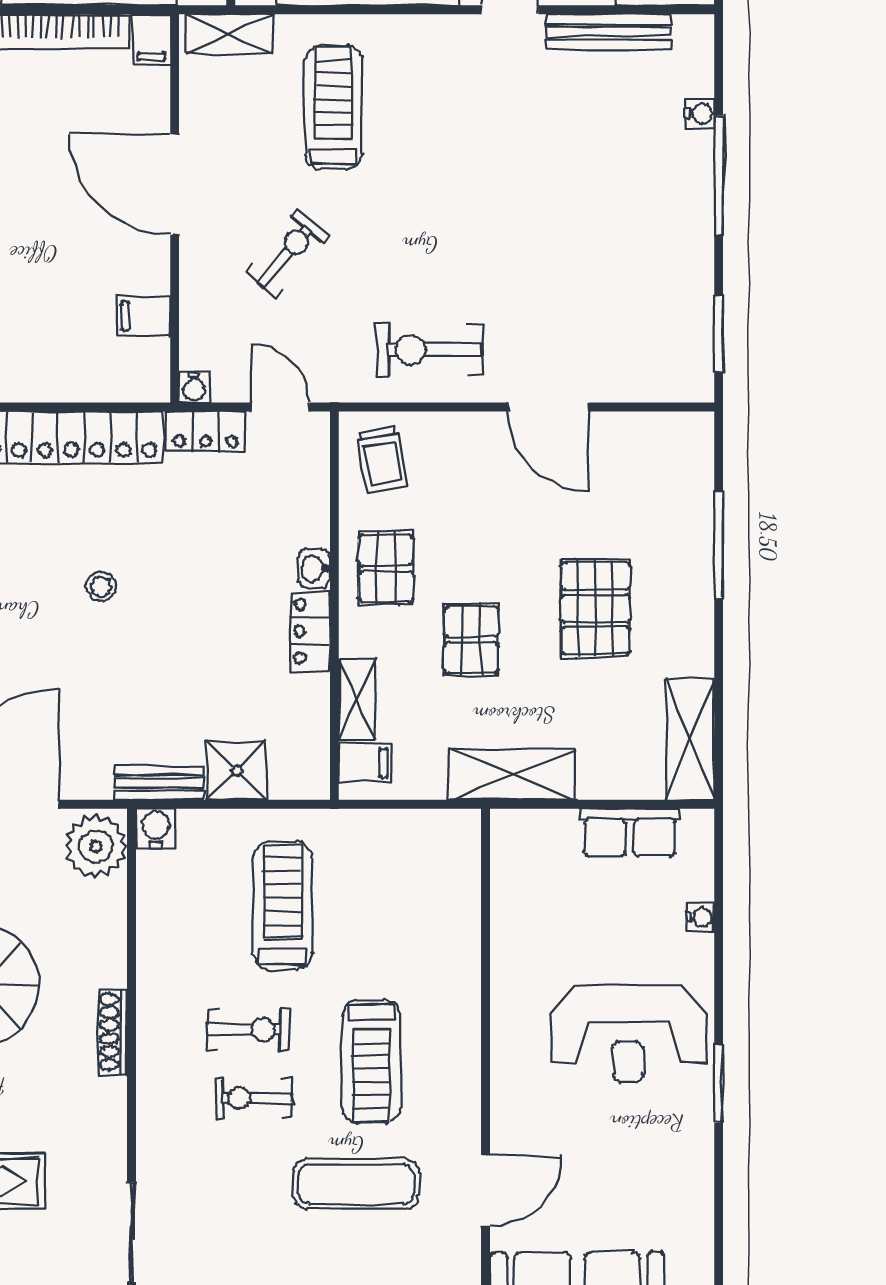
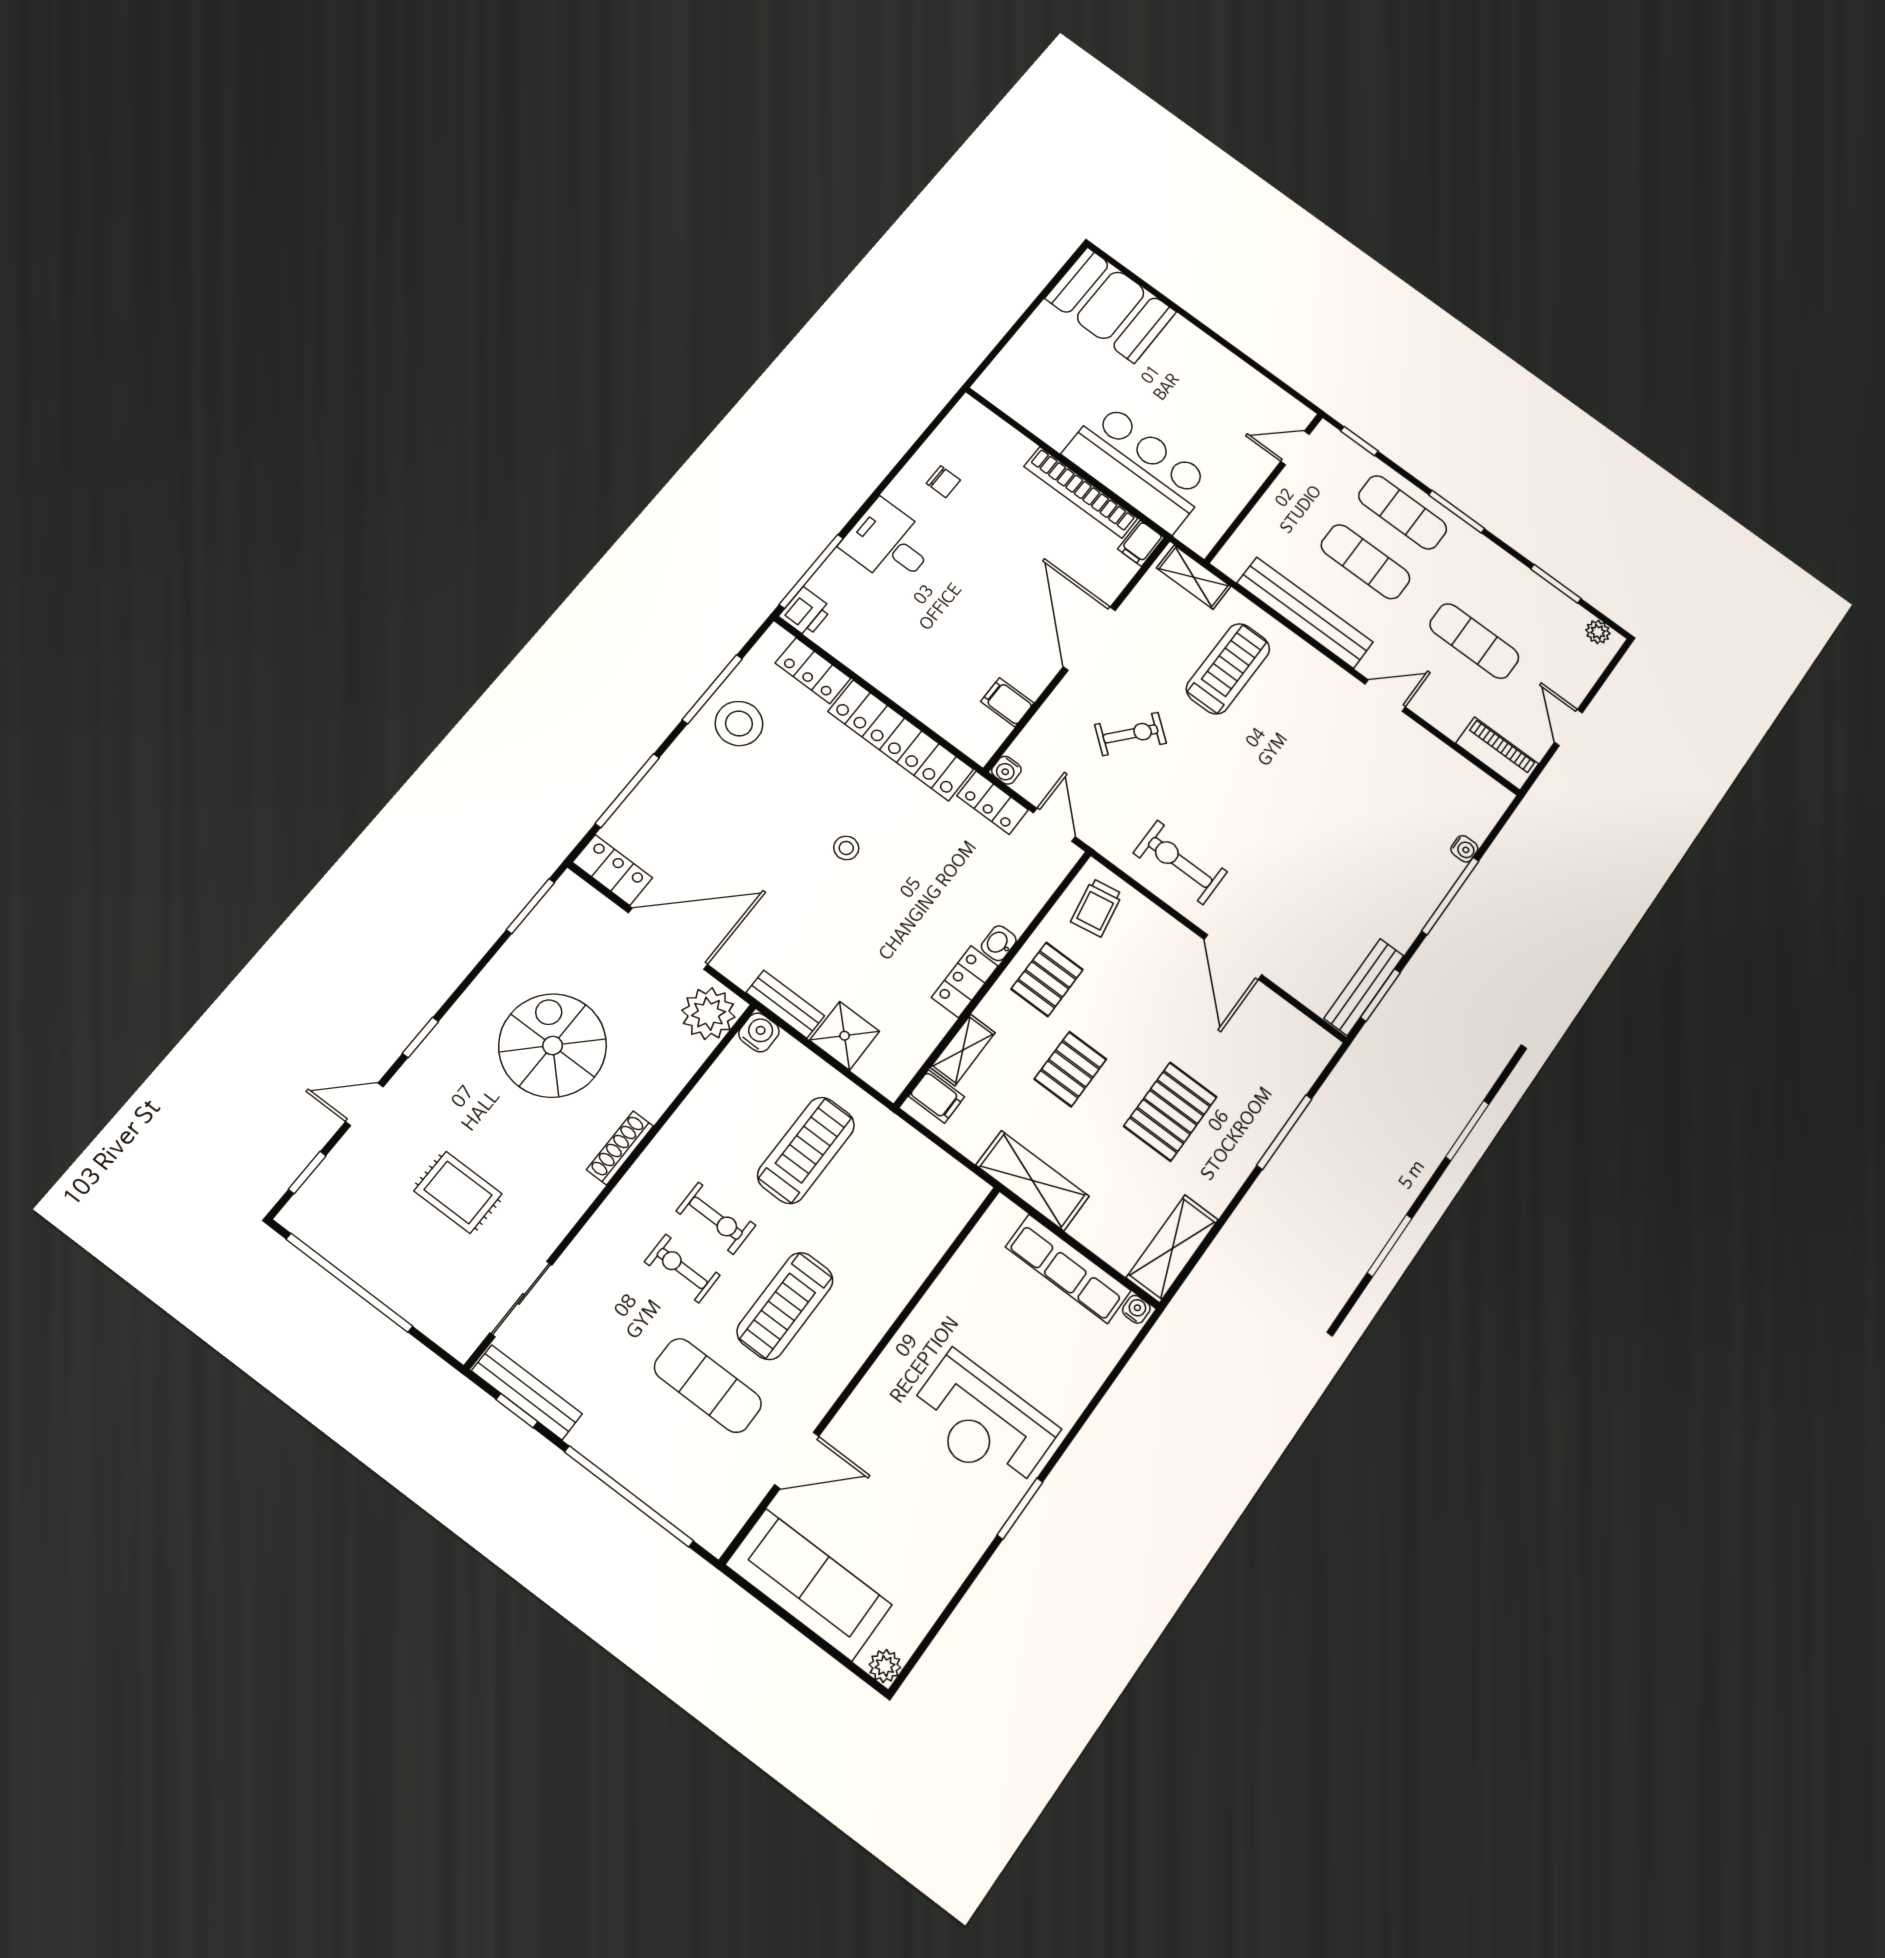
bench: (608, 32) -> (1364, 987), moved, turned 90
row of seats: (630, 832) -> (1068, 1269), width x1.48
water cooler: (701, 917) -> (1136, 1309), moved, turned -90

